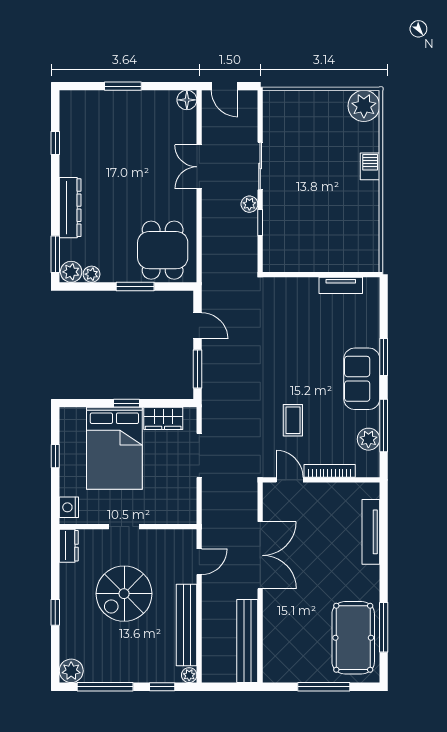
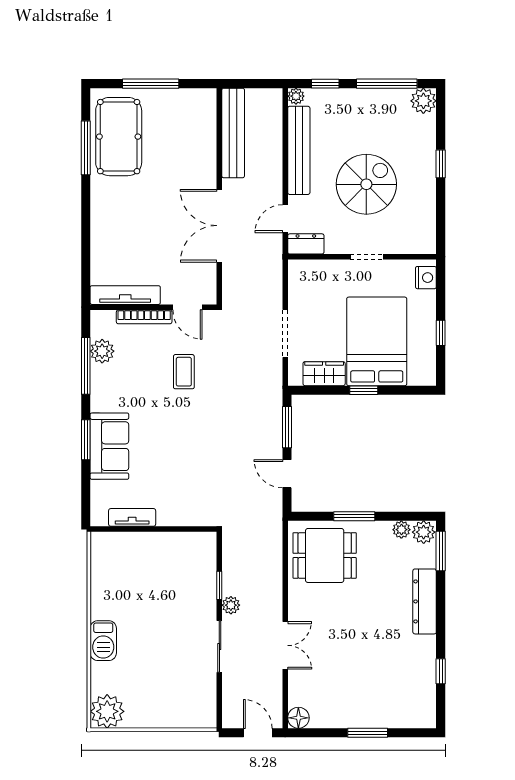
barbecue: (370, 166) -> (103, 641), width x1.38, depth x1.27
dining table: (163, 250) -> (325, 555), turned 90
sofa: (362, 379) -> (109, 446), moved
tv unit: (371, 532) -> (125, 295), moved, turned -90
dresser: (69, 546) -> (306, 244), moved, turned 90

